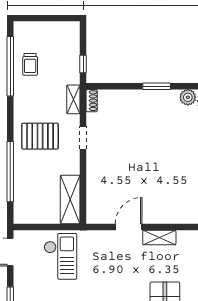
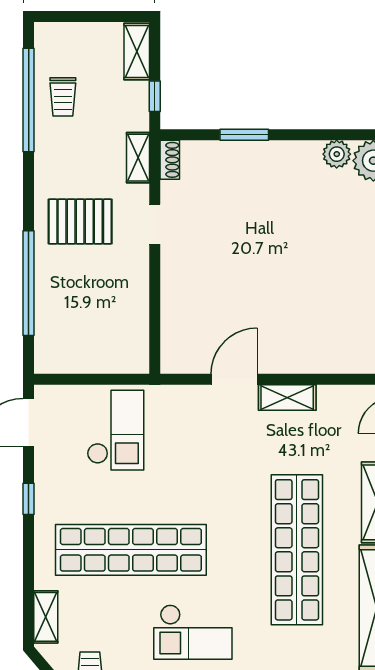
window: (157, 86) -> (244, 135), moved
shelving: (70, 199) -> (137, 51), moved, width x0.67, depth x0.75

